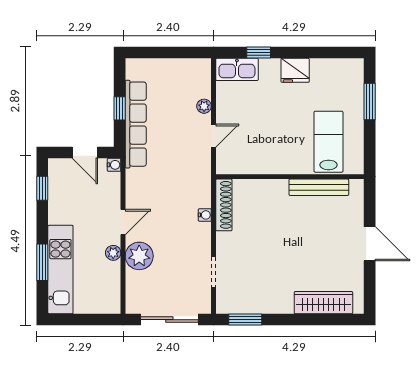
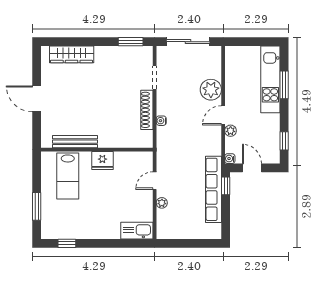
window: (259, 53) -> (67, 243), moved
fridge: (295, 70) -> (102, 160), moved, turned 180
window: (120, 108) -> (226, 186), moved
shoe rack: (224, 205) -> (147, 110), moved
plant: (113, 253) -> (231, 131), moved

